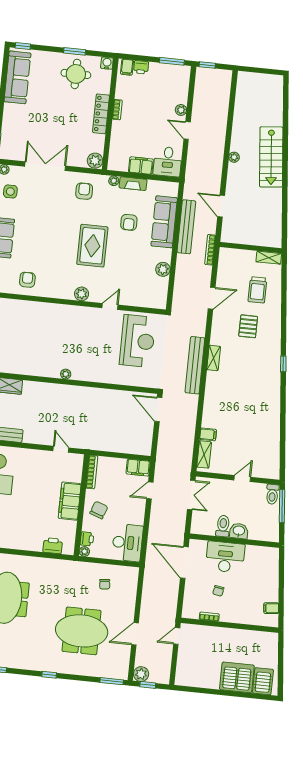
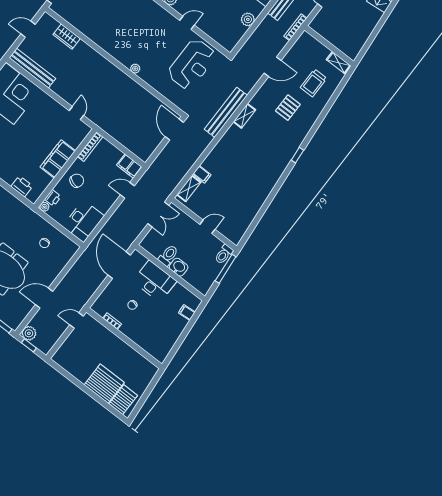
plant: (66, 374) -> (135, 69), moved
filing cabinet: (271, 608) -> (187, 312), moved

